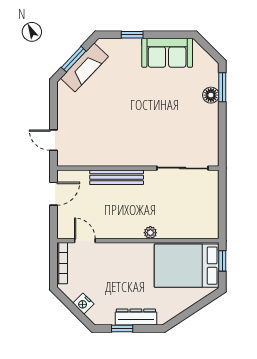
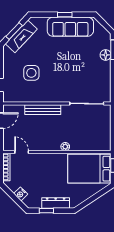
window: (132, 35) -> (65, 15), moved
sofa: (167, 53) -> (70, 27), width x1.36
side table: (99, 122) -> (31, 73), added

